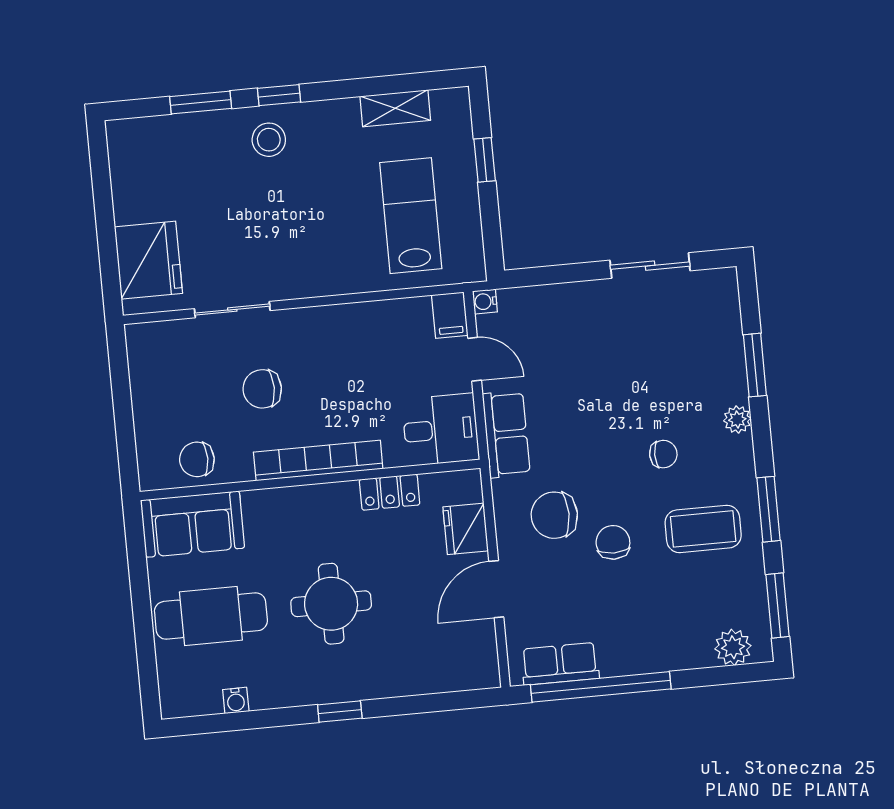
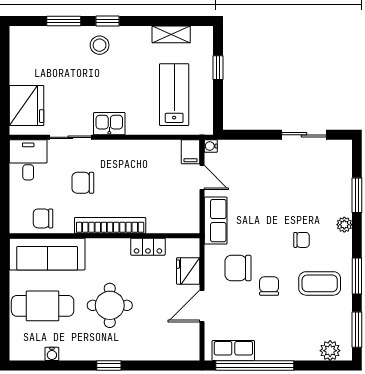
kitchen sink: (300, 279) -> (109, 124), added
desk: (441, 430) -> (28, 160), moved, turned -90
sofa: (192, 524) -> (47, 254), width x1.36

